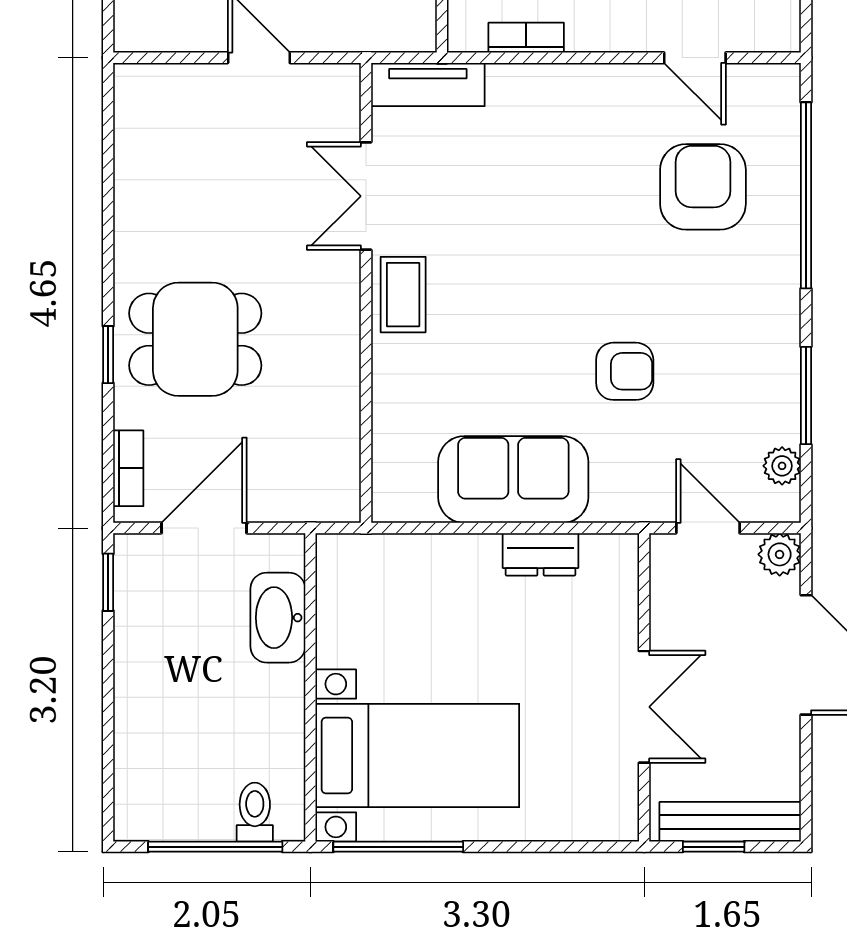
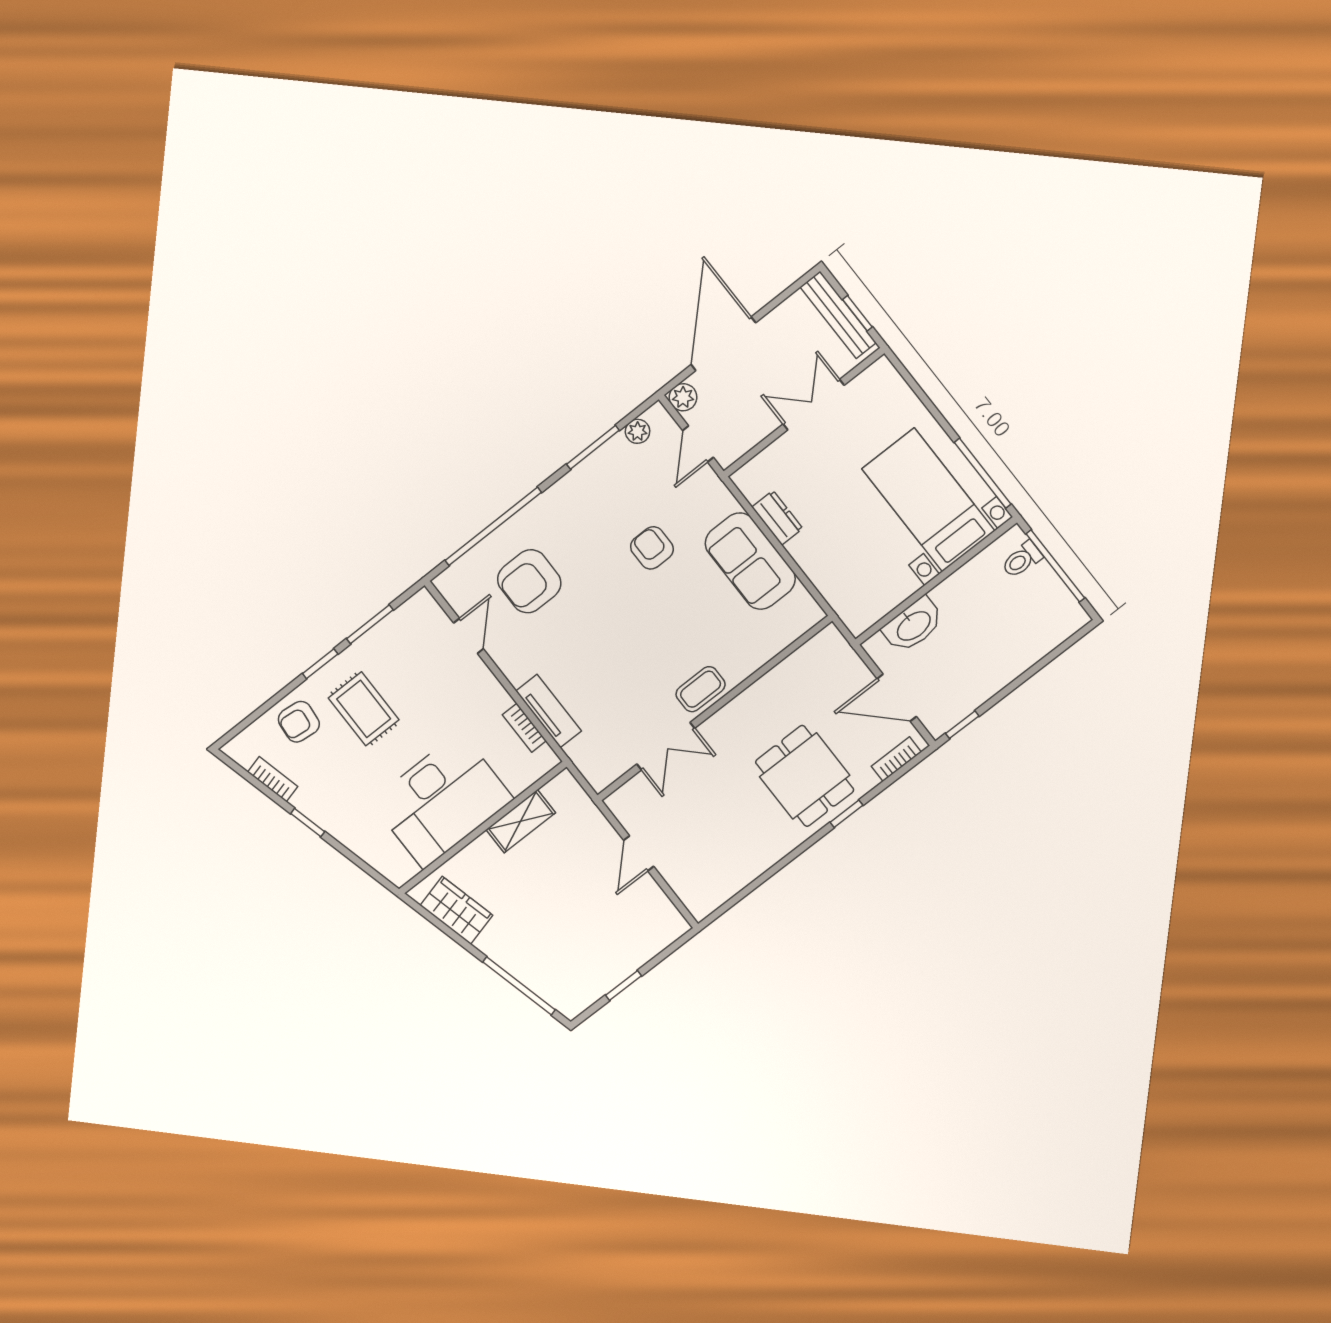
tv unit: (428, 84) -> (549, 711), moved

